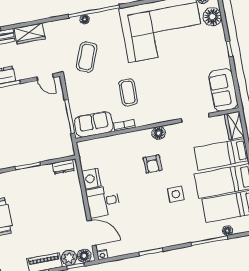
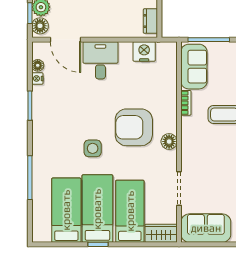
armchair: (152, 164) -> (134, 127), width x1.88, depth x1.88
nightstand: (91, 179) -> (144, 51), moved
floor lamp: (227, 231) -> (38, 65), moved
door: (92, 233) -> (66, 40), hinge flipped
nightstand: (102, 255) -> (37, 78), moved

